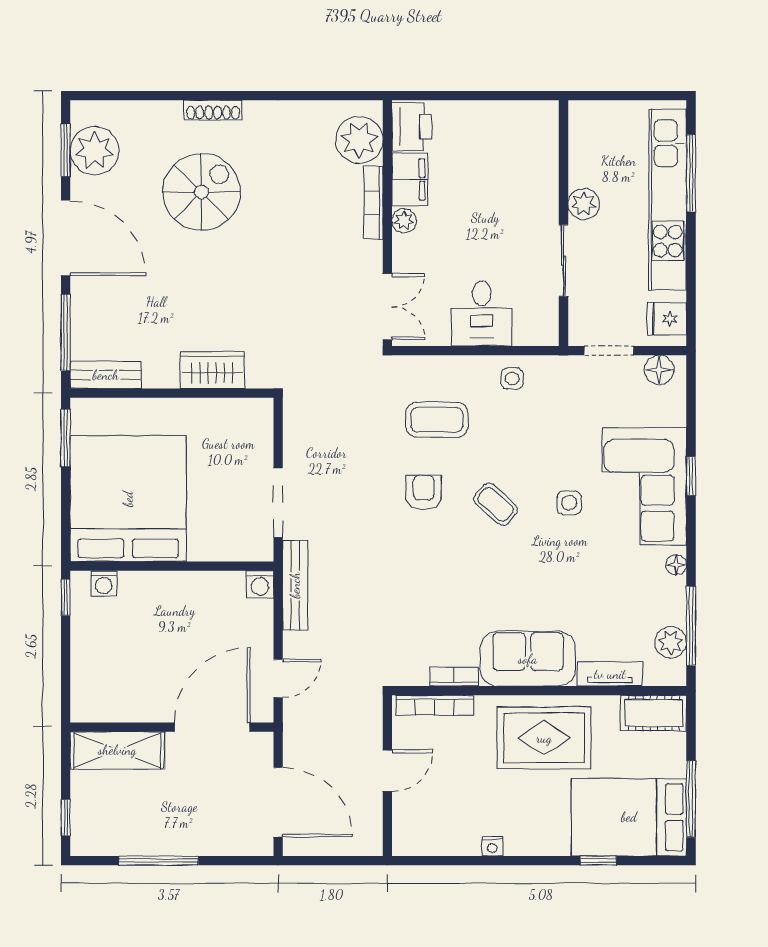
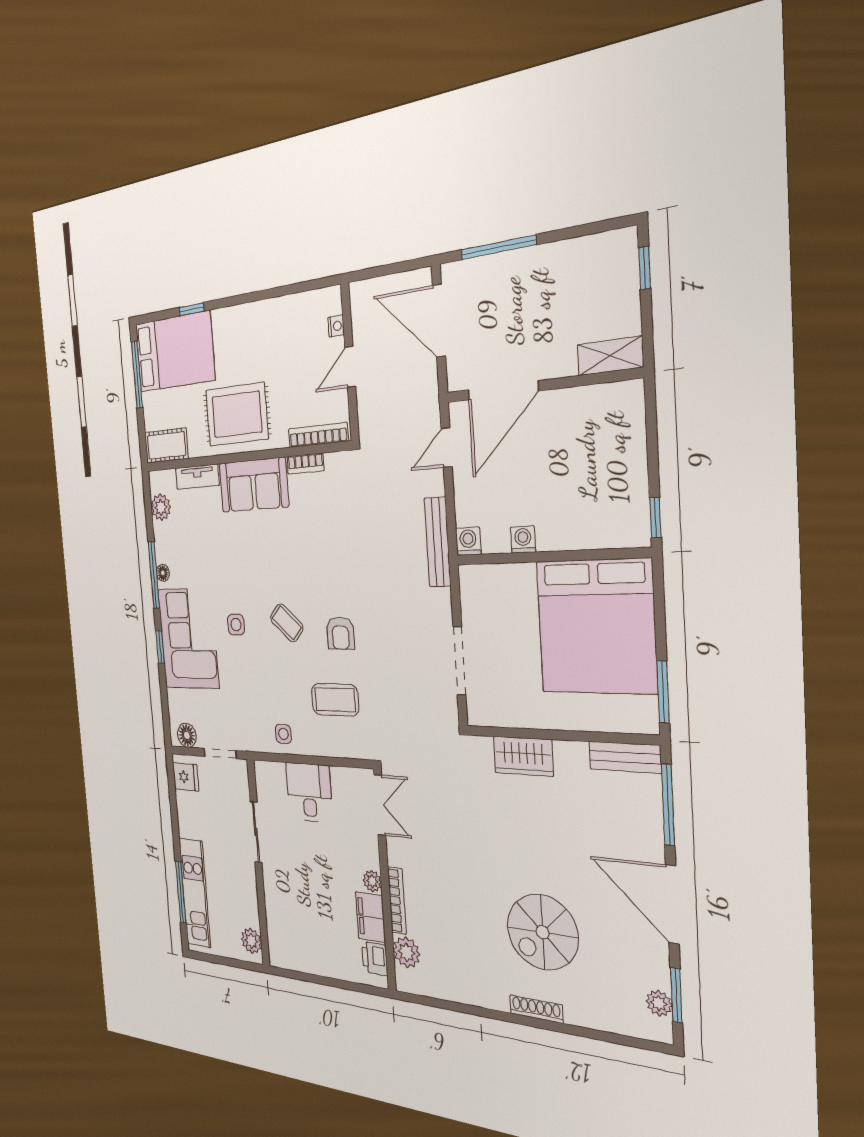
printer: (412, 126) -> (375, 958), width x0.73, depth x0.81
plant: (359, 140) -> (406, 952), width x0.73, depth x0.73
plant: (94, 151) -> (659, 1003), width x0.53, depth x0.53
kitchen unit: (668, 199) -> (195, 893), width x0.73
plant: (584, 204) -> (251, 941), moved
double door: (387, 307) -> (380, 805), swing flipped
doorway: (278, 503) -> (459, 661), moved
washing machine: (104, 583) -> (523, 540), moved
window: (691, 626) -> (154, 575), moved
shelving: (117, 750) -> (610, 356), width x0.67, depth x0.75
nightstand: (492, 846) -> (336, 326), moved, turned 90
window: (159, 861) -> (498, 247), moved

